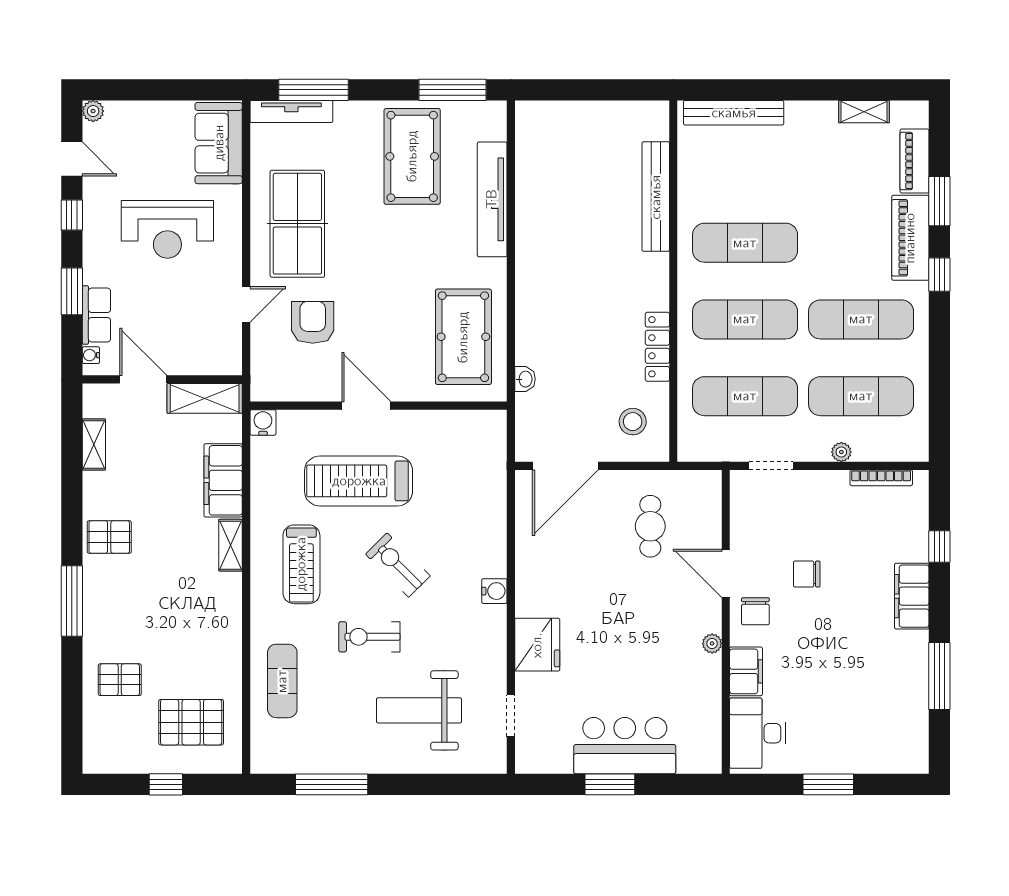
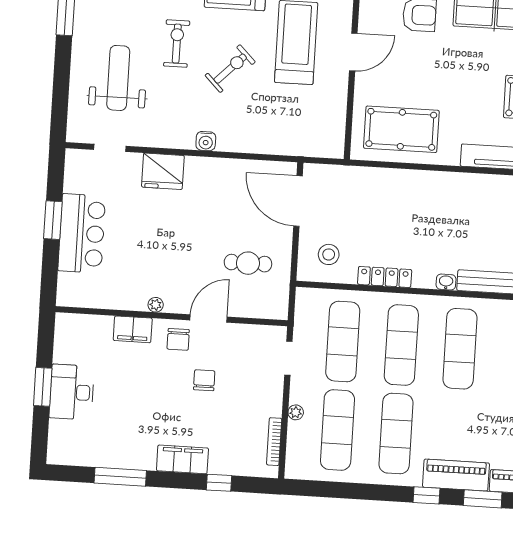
washbasin: (525, 379) -> (446, 282), moved, turned 180
chair: (755, 611) -> (178, 339), turned -90
desk: (757, 733) -> (72, 392), moved, turned -90

